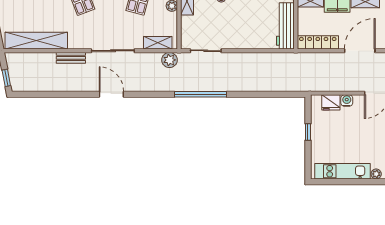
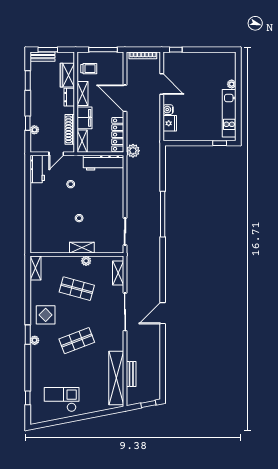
bench: (71, 58) -> (131, 374), moved
plant: (169, 60) -> (133, 151), moved
window: (200, 94) -> (163, 214), moved
window: (308, 132) -> (220, 143), moved

